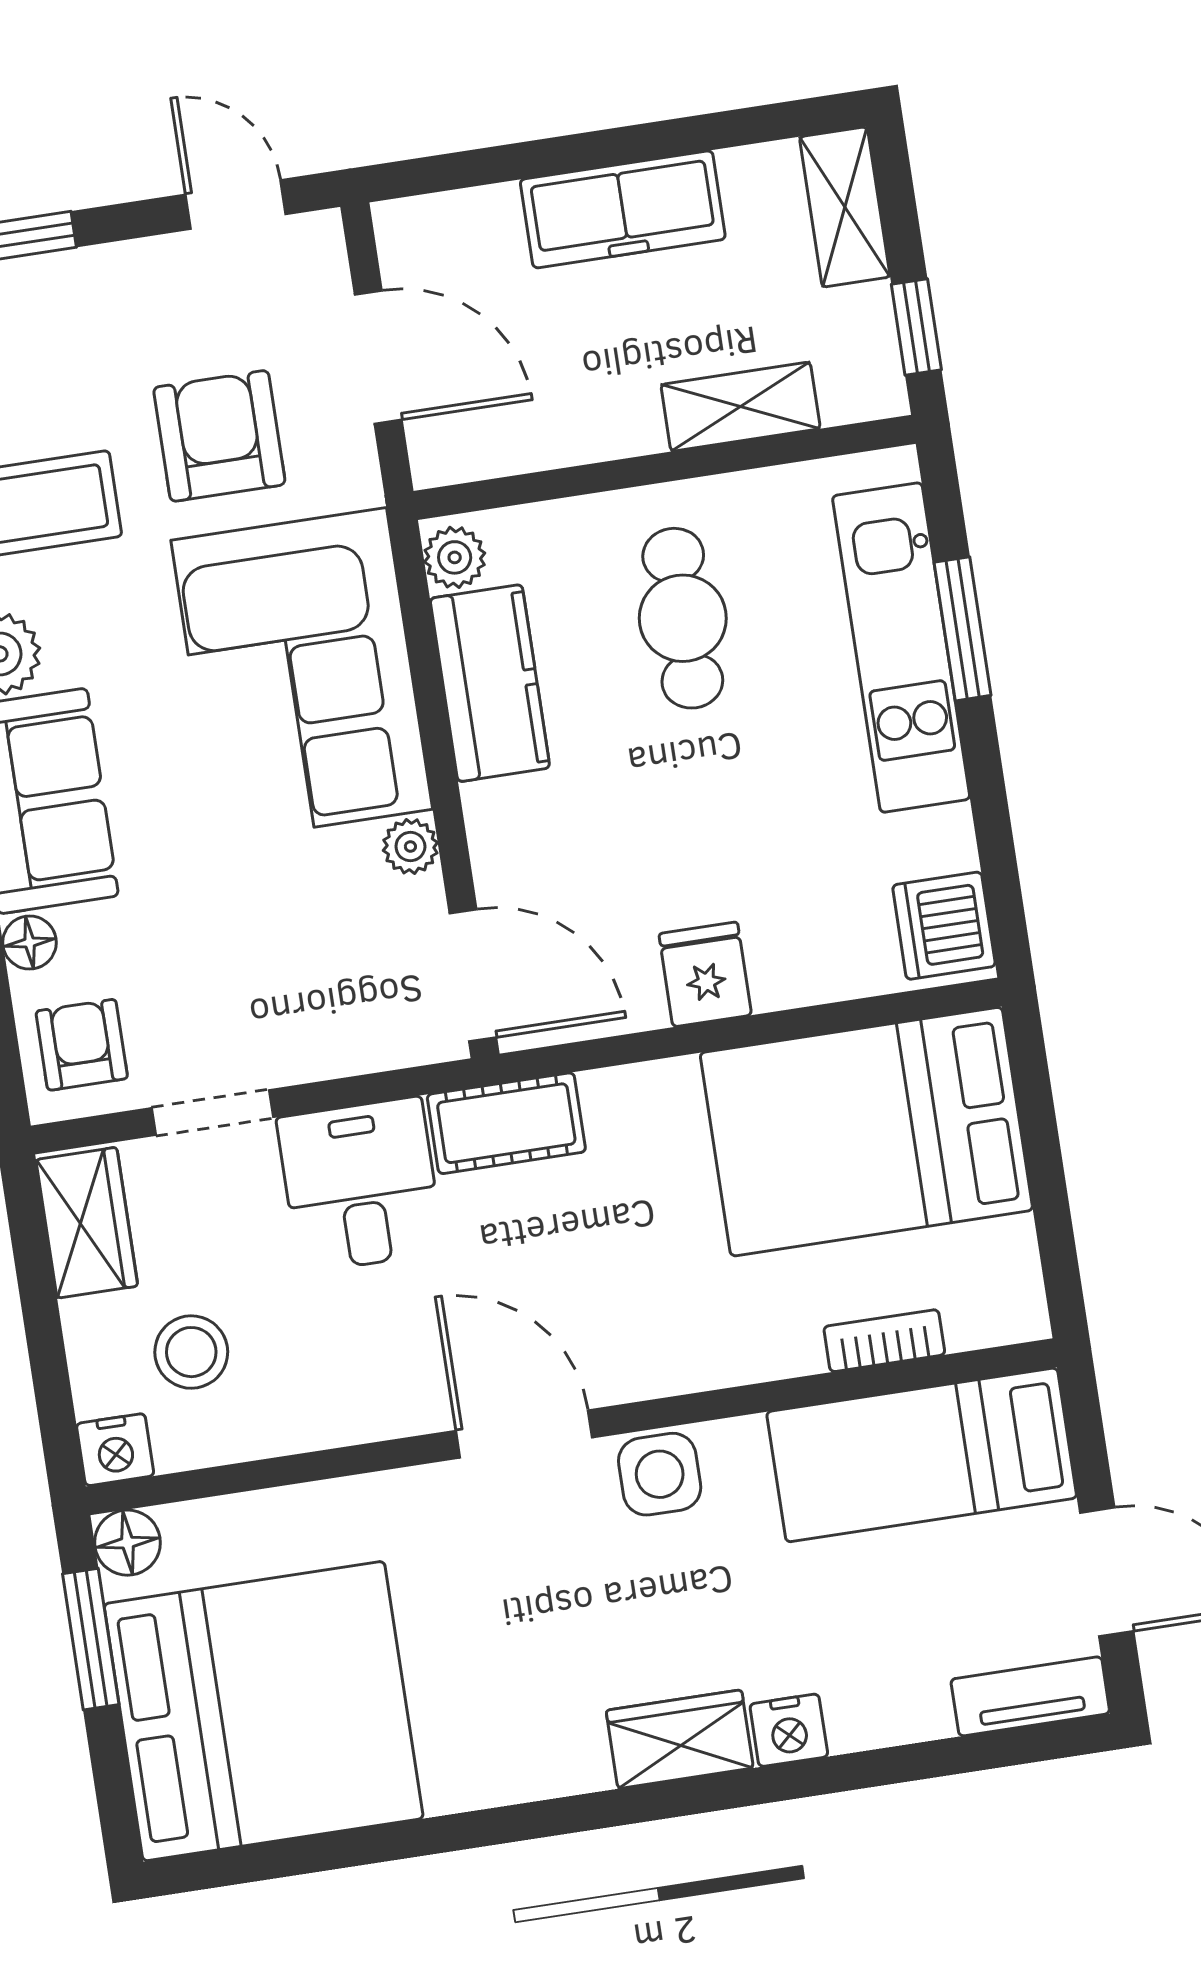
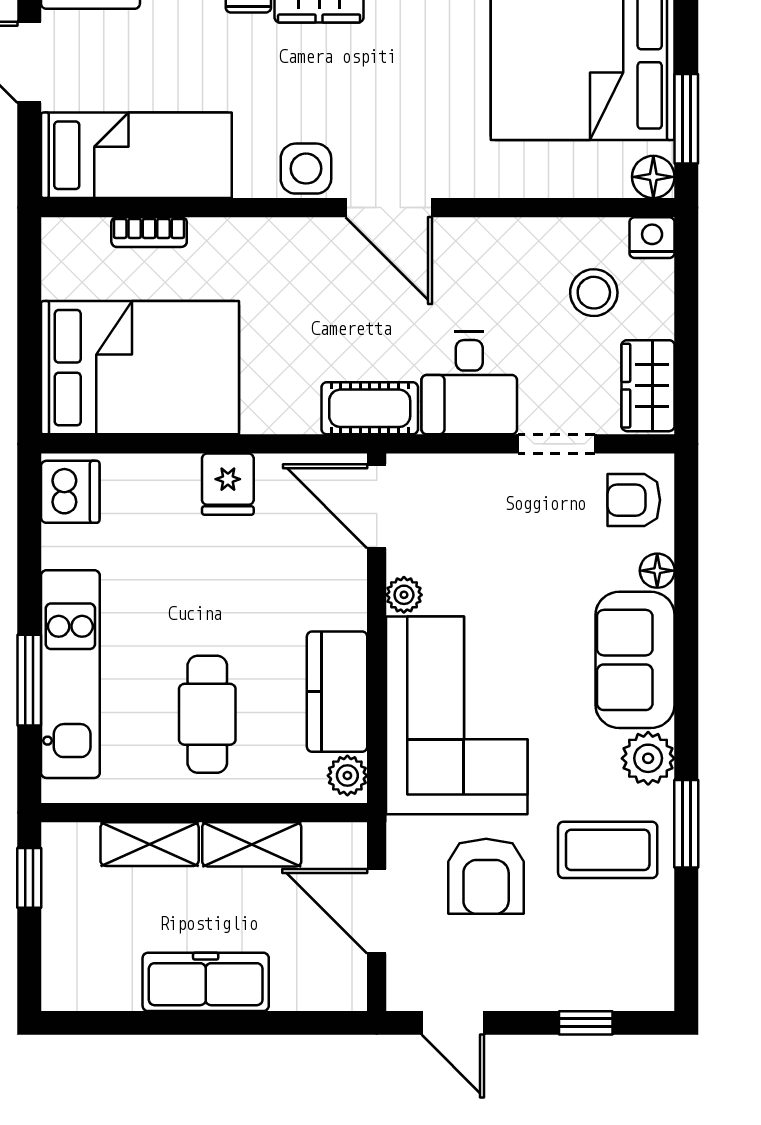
shelving: (845, 207) -> (252, 844), moved, turned 90
armchair: (82, 1045) -> (634, 500), turned 90

